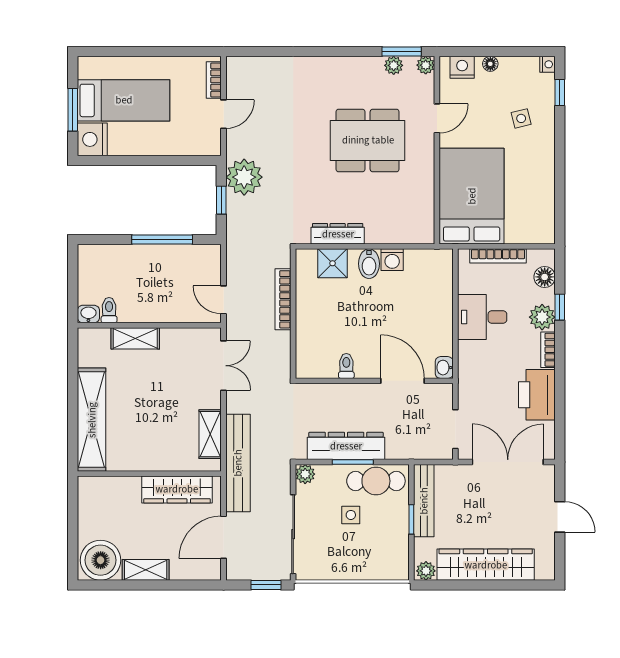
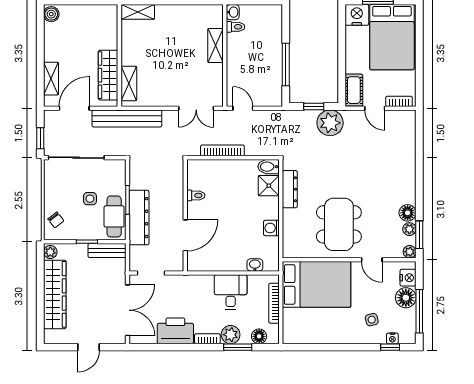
window: (509, 52) -> (419, 311), added
floor lamp: (490, 64) -> (406, 298), width x1.89, depth x1.89
nightstand: (547, 64) -> (392, 338), moved
floor lamp: (371, 68) -> (408, 213), added
bed: (124, 100) -> (392, 37), width x1.50
dining table: (368, 140) -> (339, 224), moved
cot: (198, 144) -> (354, 90), added
bidet: (369, 264) -> (269, 167), moved
bookcase: (283, 299) -> (222, 150), moved
door: (224, 300) -> (243, 108), hinge flipped
window: (560, 307) -> (238, 347), width x1.50
washbasin: (444, 368) -> (255, 265), moved
shelving: (92, 420) -> (138, 12), width x0.45, depth x0.75
shelving: (210, 434) -> (129, 83), moved, turned 90
dresser: (346, 446) -> (139, 218), moved
plant: (305, 474) -> (119, 166), removed
bench: (424, 501) -> (107, 250), width x0.73
door: (224, 537) -> (74, 108), hinge flipped
boiler: (101, 560) -> (51, 14), width x0.54, depth x0.54
chair: (381, 563) -> (56, 220), added
shelving: (146, 570) -> (51, 79), moved

